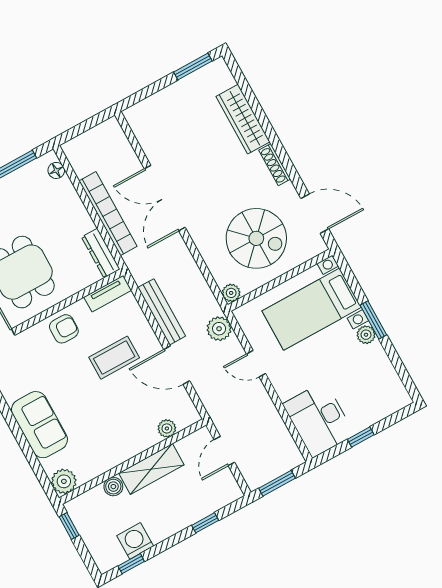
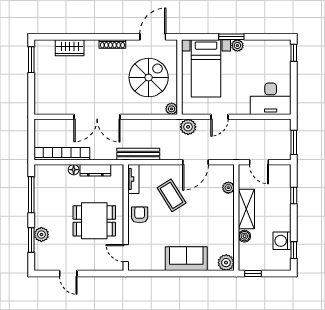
wardrobe: (243, 119) -> (70, 48), width x0.67
floor lamp: (56, 170) -> (74, 170), moved
bookcase: (108, 214) -> (62, 154), moved
dresser: (101, 253) -> (95, 170), moved
bench: (162, 312) -> (138, 154), moved
coffee table: (114, 358) -> (172, 195), turned -32
window: (361, 437) -> (294, 53), moved

